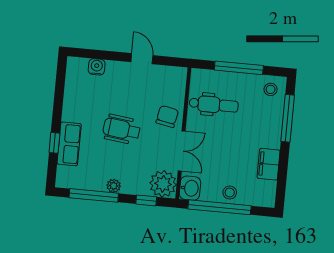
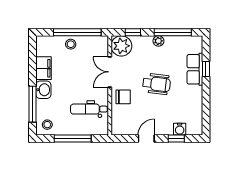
window: (102, 55) -> (176, 139), added
door: (142, 59) -> (146, 139), swing flipped
chair: (167, 116) -> (123, 97), turned -101
washbasin: (190, 188) -> (43, 90), moved, turned 180

